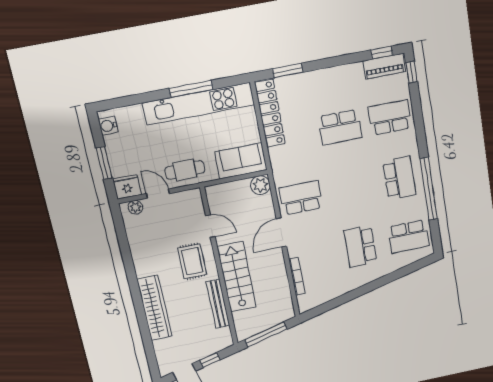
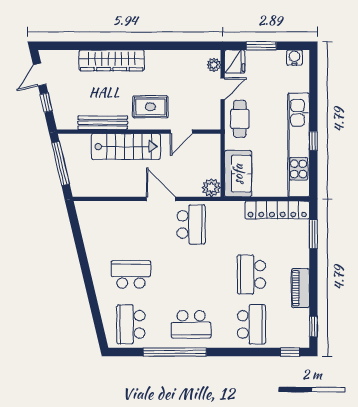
piano: (384, 66) -> (300, 288), moved
window: (191, 89) -> (313, 141), width x0.46
bookcase: (297, 276) -> (114, 206), removed

